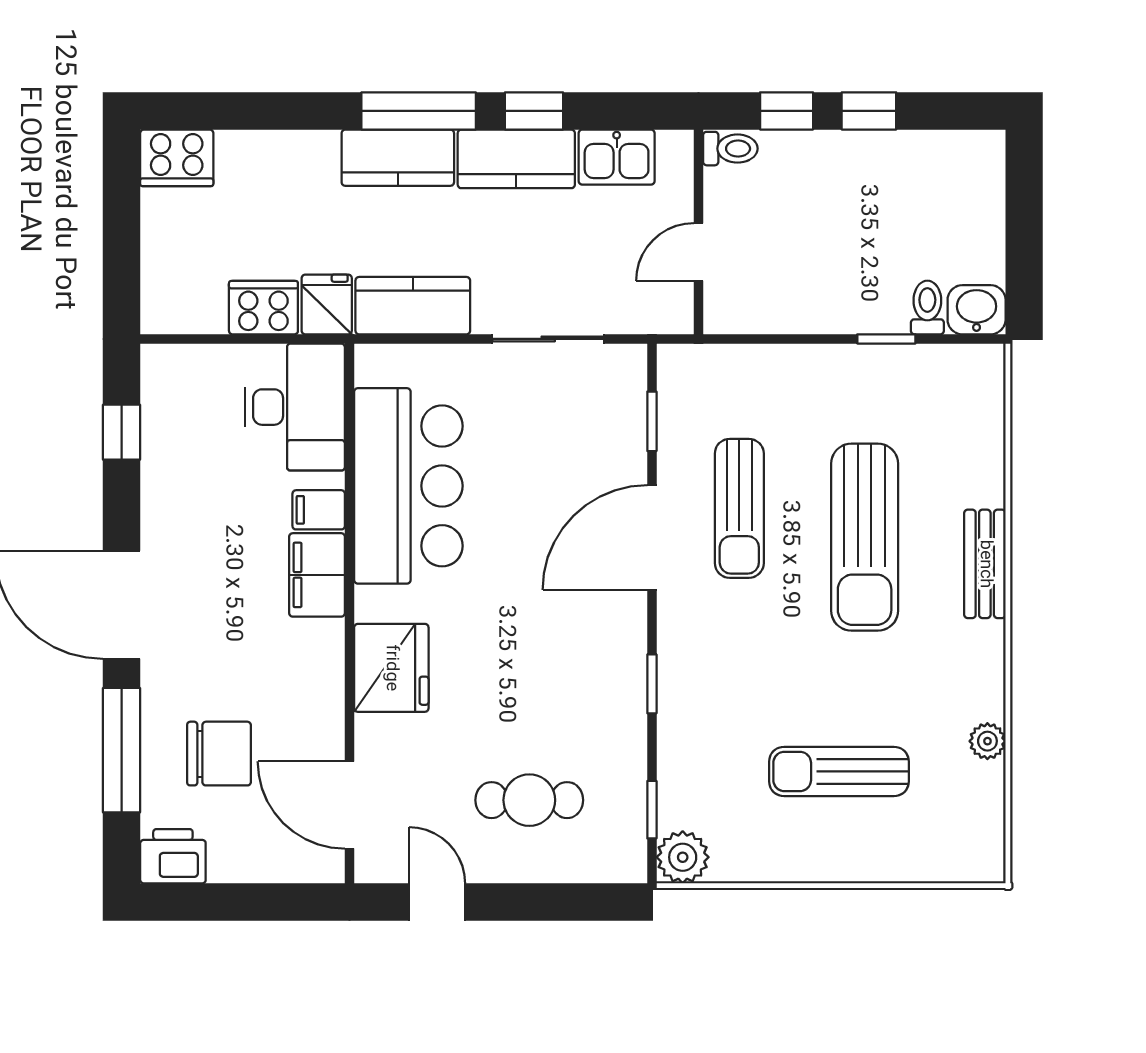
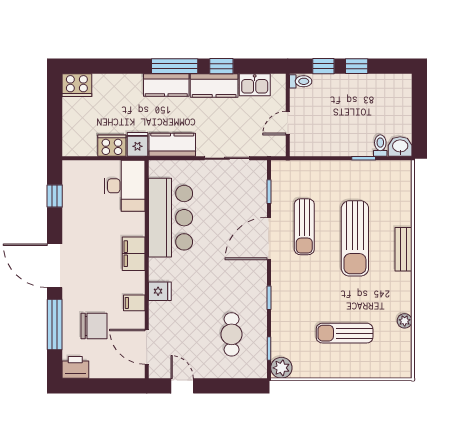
filing cabinet: (319, 510) -> (134, 303), moved
fridge: (391, 668) -> (160, 291), width x0.53, depth x0.75
cafe table: (529, 800) -> (232, 334), moved, turned 90

